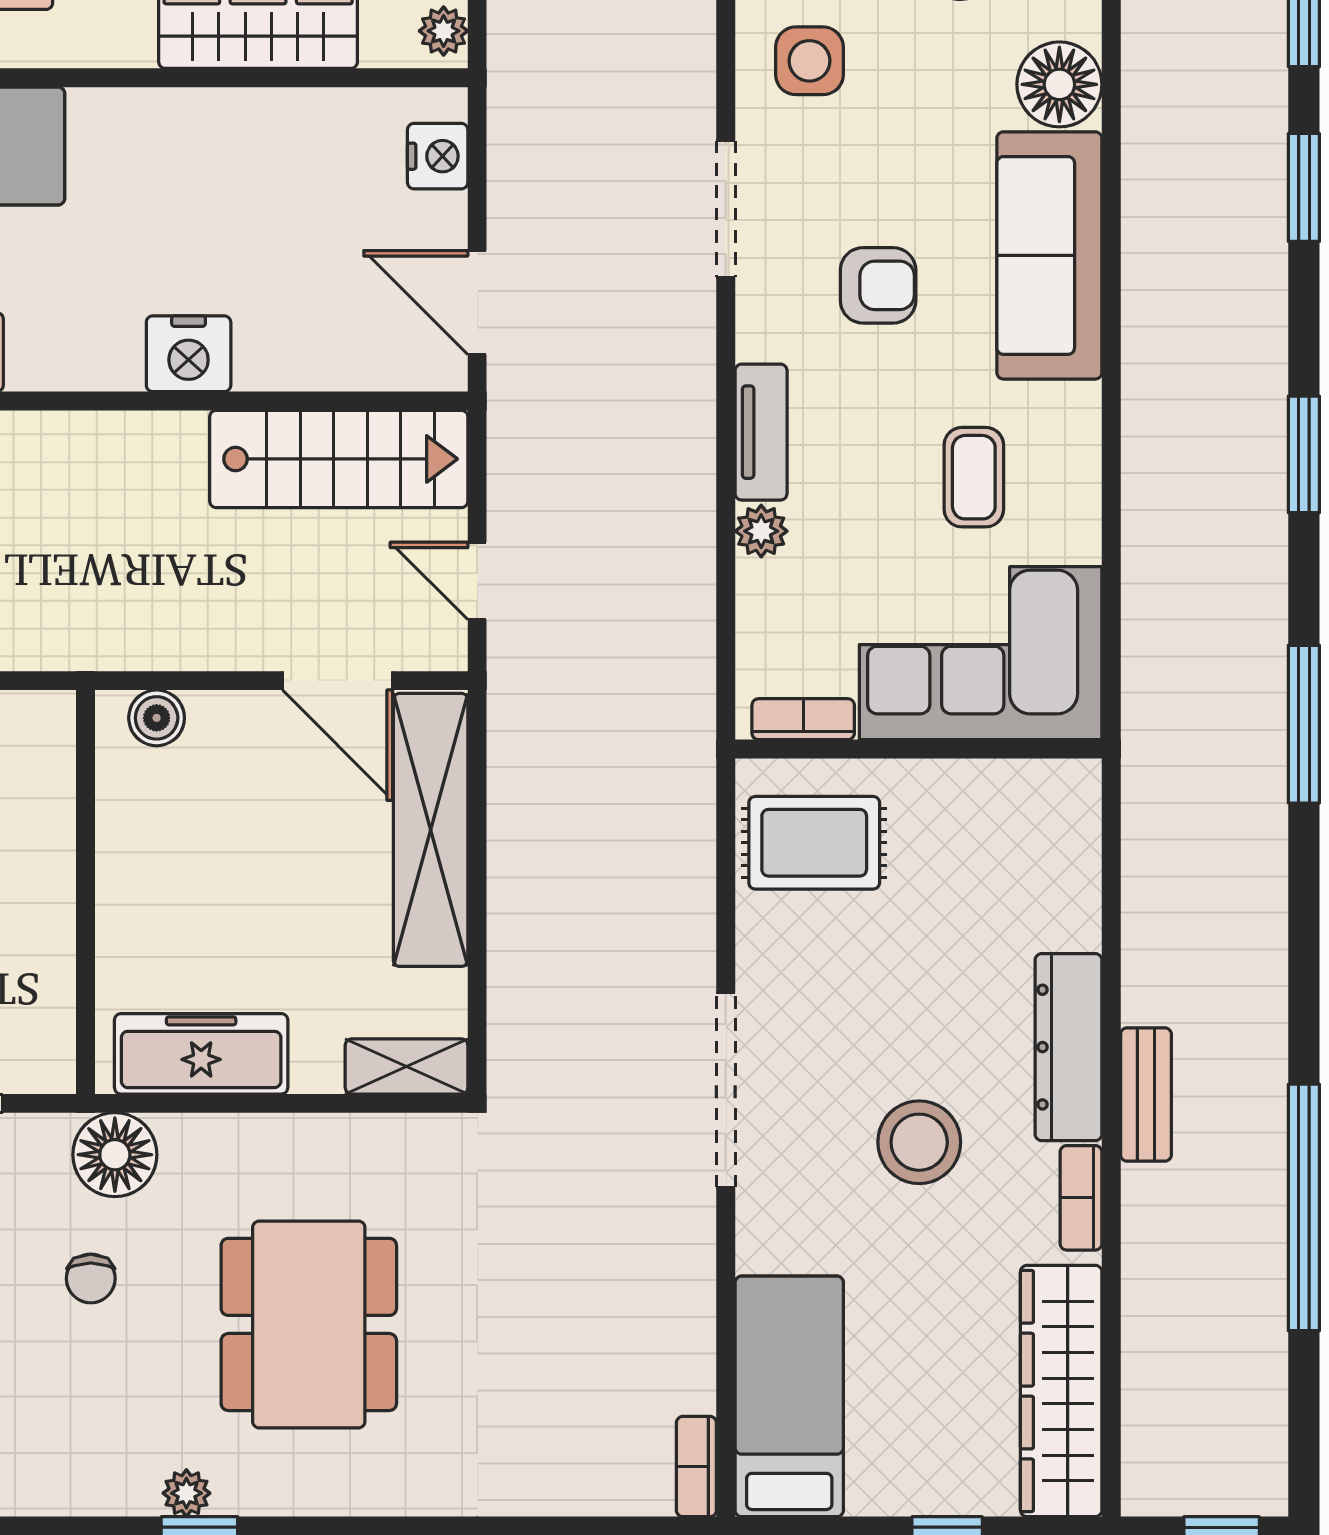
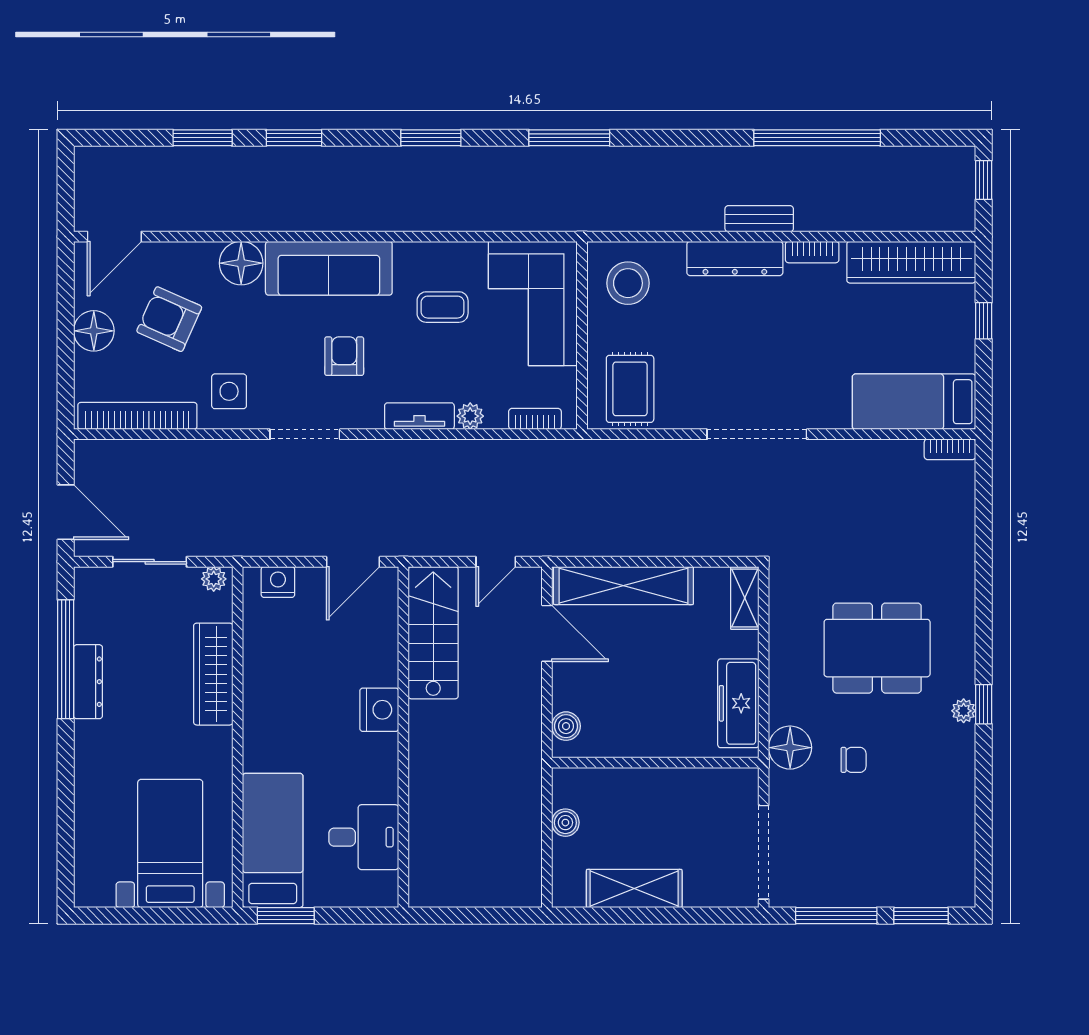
door: (337, 681) -> (547, 633), hinge flipped
bookcase: (803, 719) -> (535, 419), moved, turned 90
stool: (919, 1142) -> (628, 283), moved

